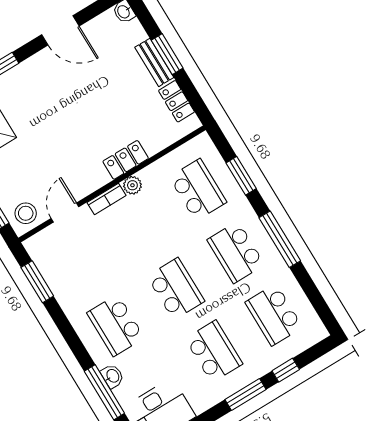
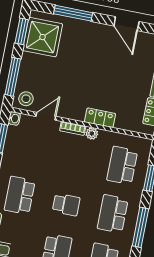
school desk: (198, 190) -> (122, 165), turned 180
washbasin: (33, 247) -> (14, 118), added
school desk: (176, 289) -> (66, 205), width x0.54

